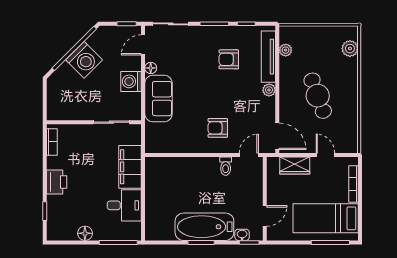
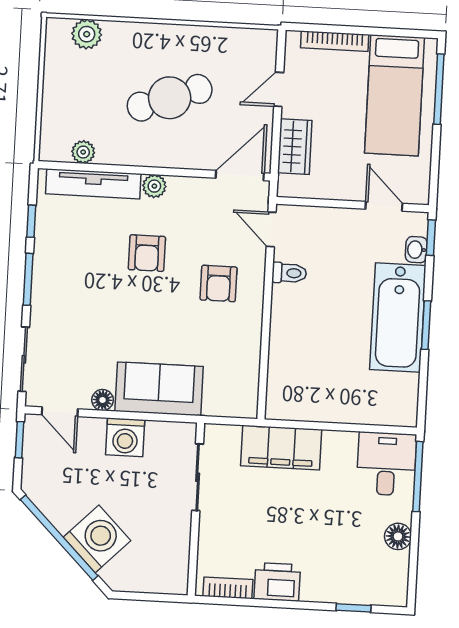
armchair: (229, 59) -> (147, 253), moved
washing machine: (84, 60) -> (97, 539), moved
printer: (57, 182) -> (277, 582), moved
desk: (124, 205) -> (386, 464), moved

